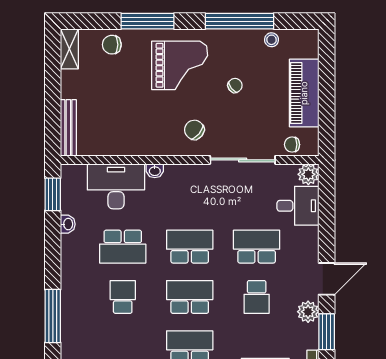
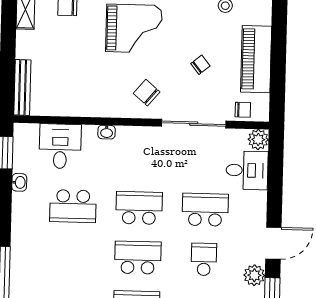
chair: (235, 85) -> (200, 65), moved
chair: (292, 145) -> (243, 110), turned 180
desk: (116, 186) -> (60, 146), width x0.73
school desk: (123, 297) -> (72, 256), removed
school desk: (257, 297) -> (204, 259), turned 180

